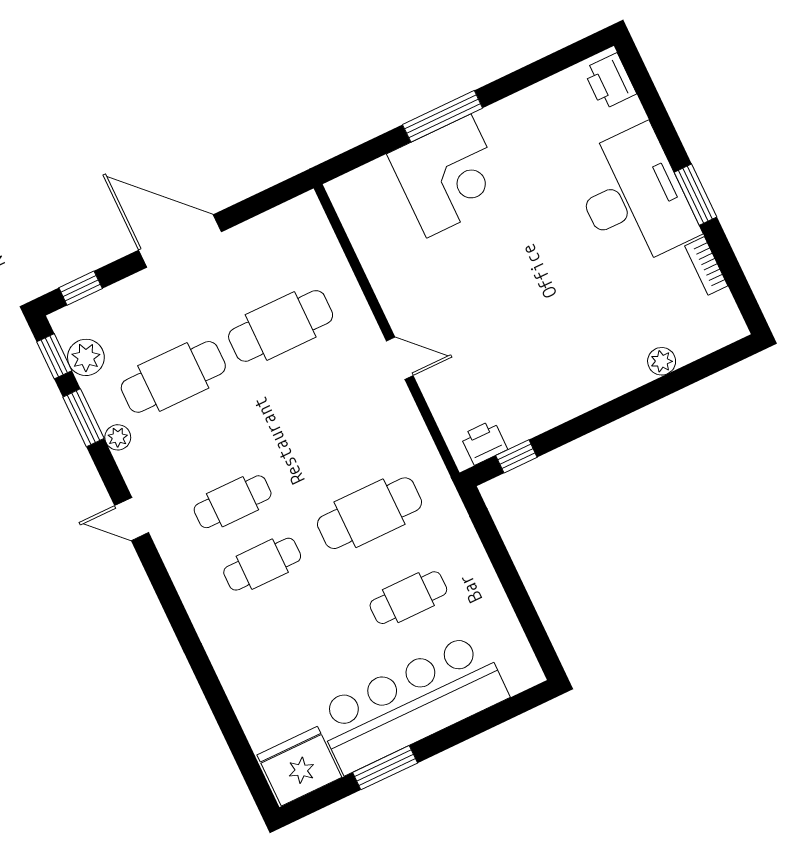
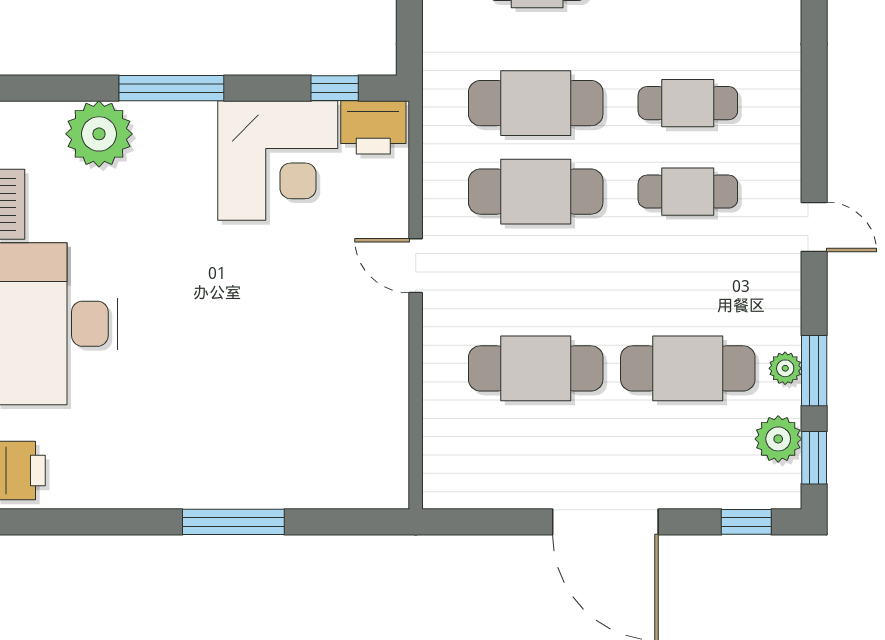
corner desk: (449, 176) -> (278, 160), moved, turned 180
plant: (662, 361) -> (99, 134), width x1.87, depth x1.87
window: (632, 402) -> (171, 88), added
plant: (118, 437) -> (785, 368), moved
printer: (484, 442) -> (373, 127), width x1.36, depth x1.24
cafe table: (340, 451) -> (536, 192), added

